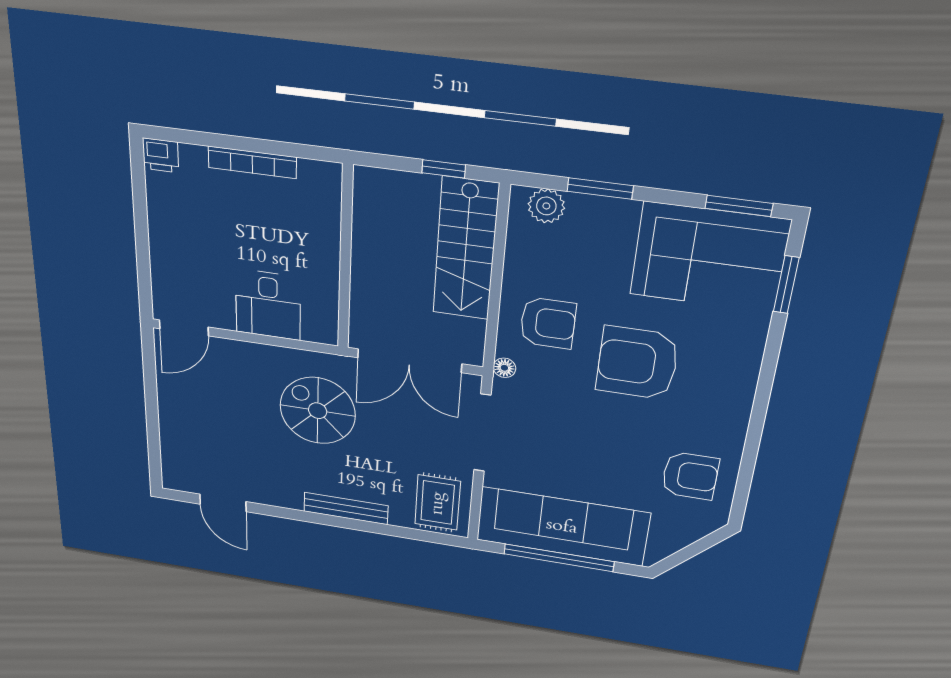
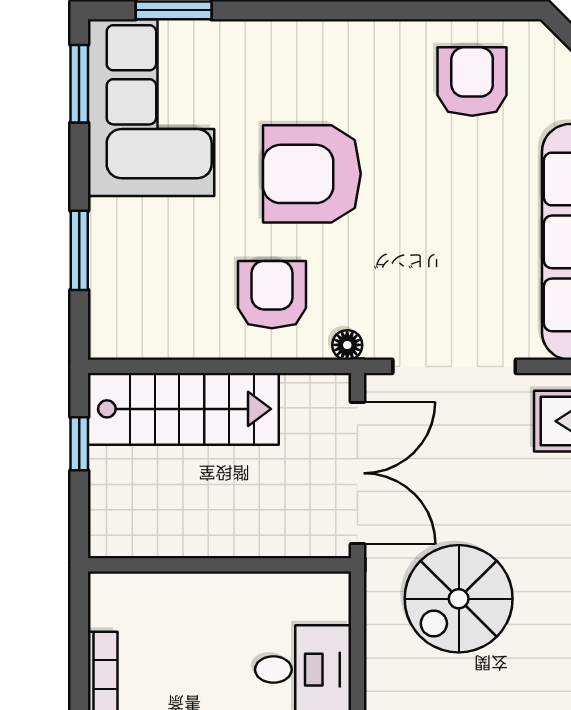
plant: (546, 206) -> (111, 313), removed
armchair: (637, 363) -> (312, 174), turned 90

